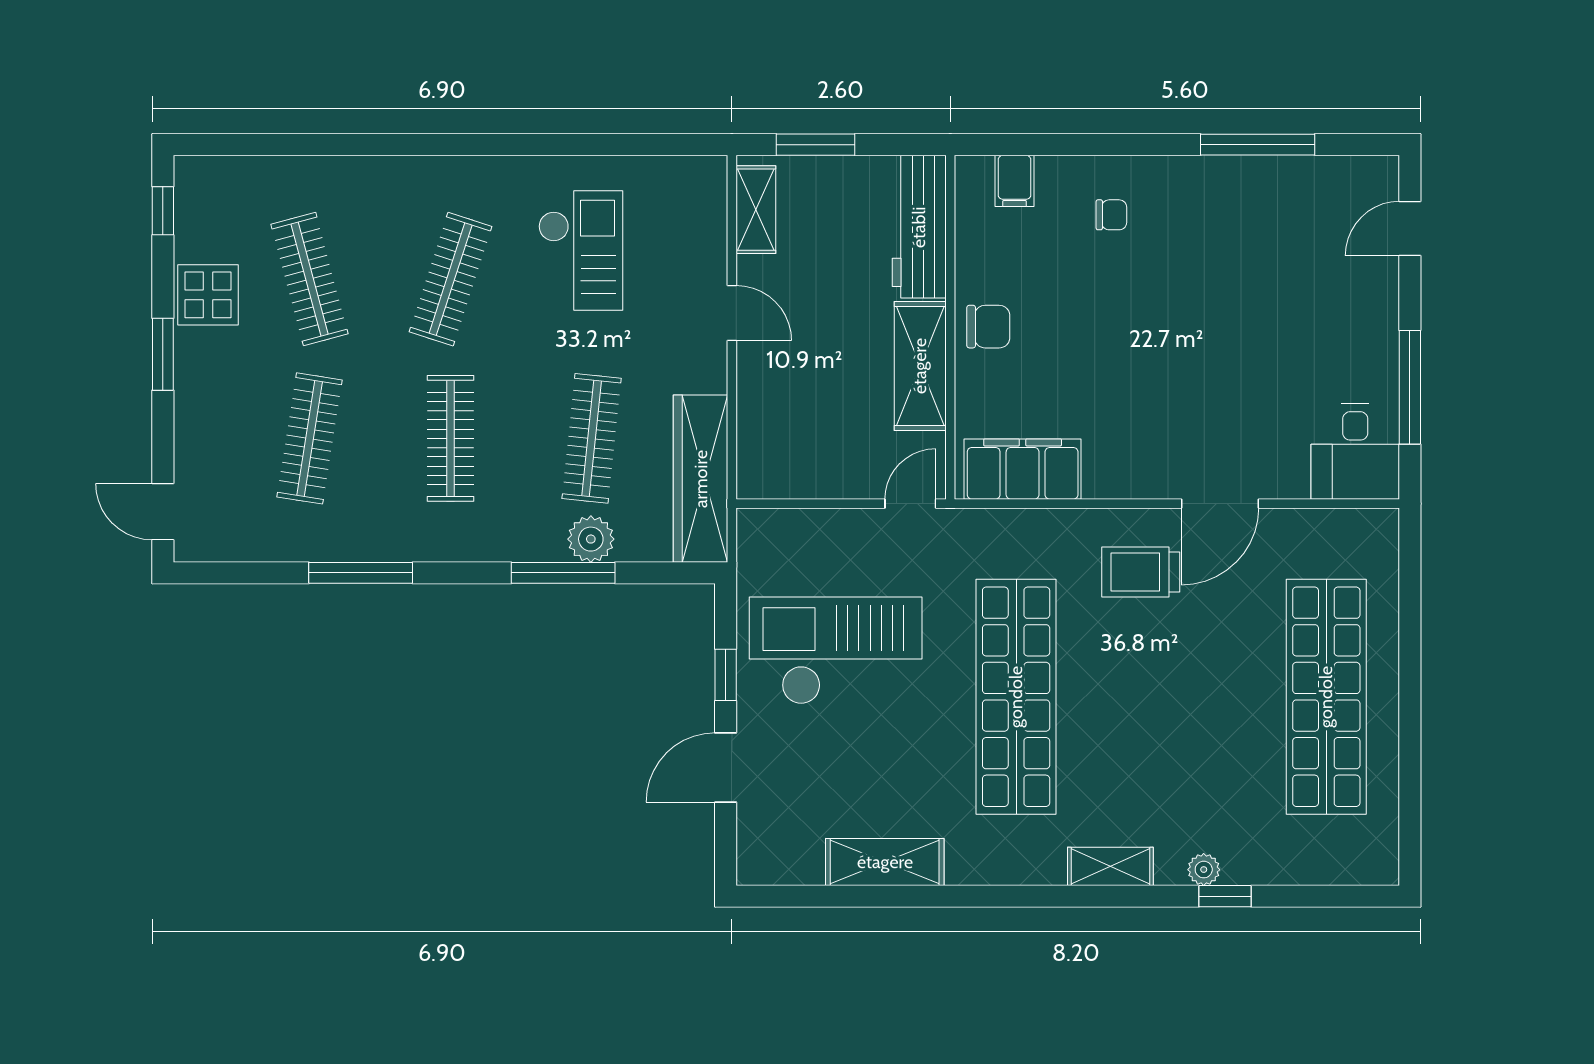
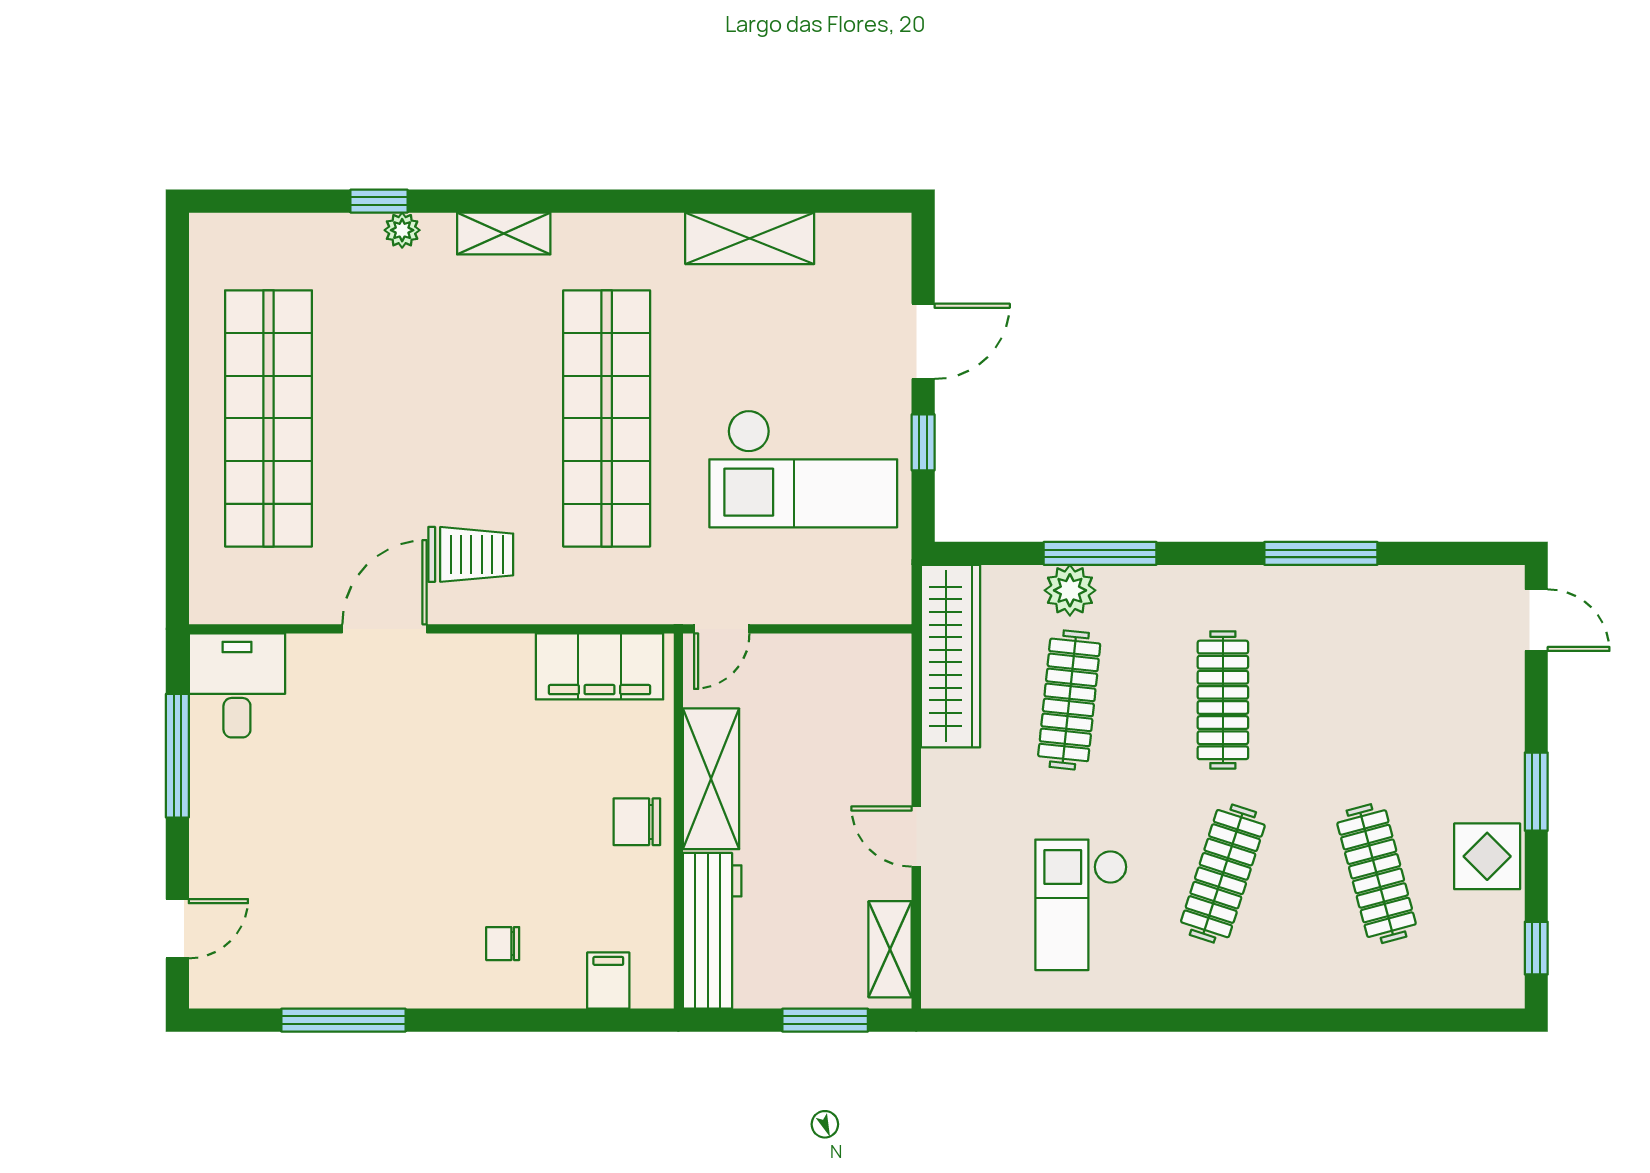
clothes rail: (310, 438) -> (1377, 700), removed

